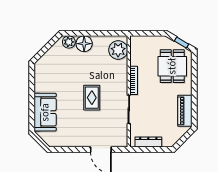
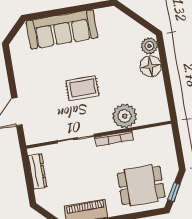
plant: (118, 50) -> (125, 116), moved
sofa: (45, 112) -> (62, 29), width x1.36

